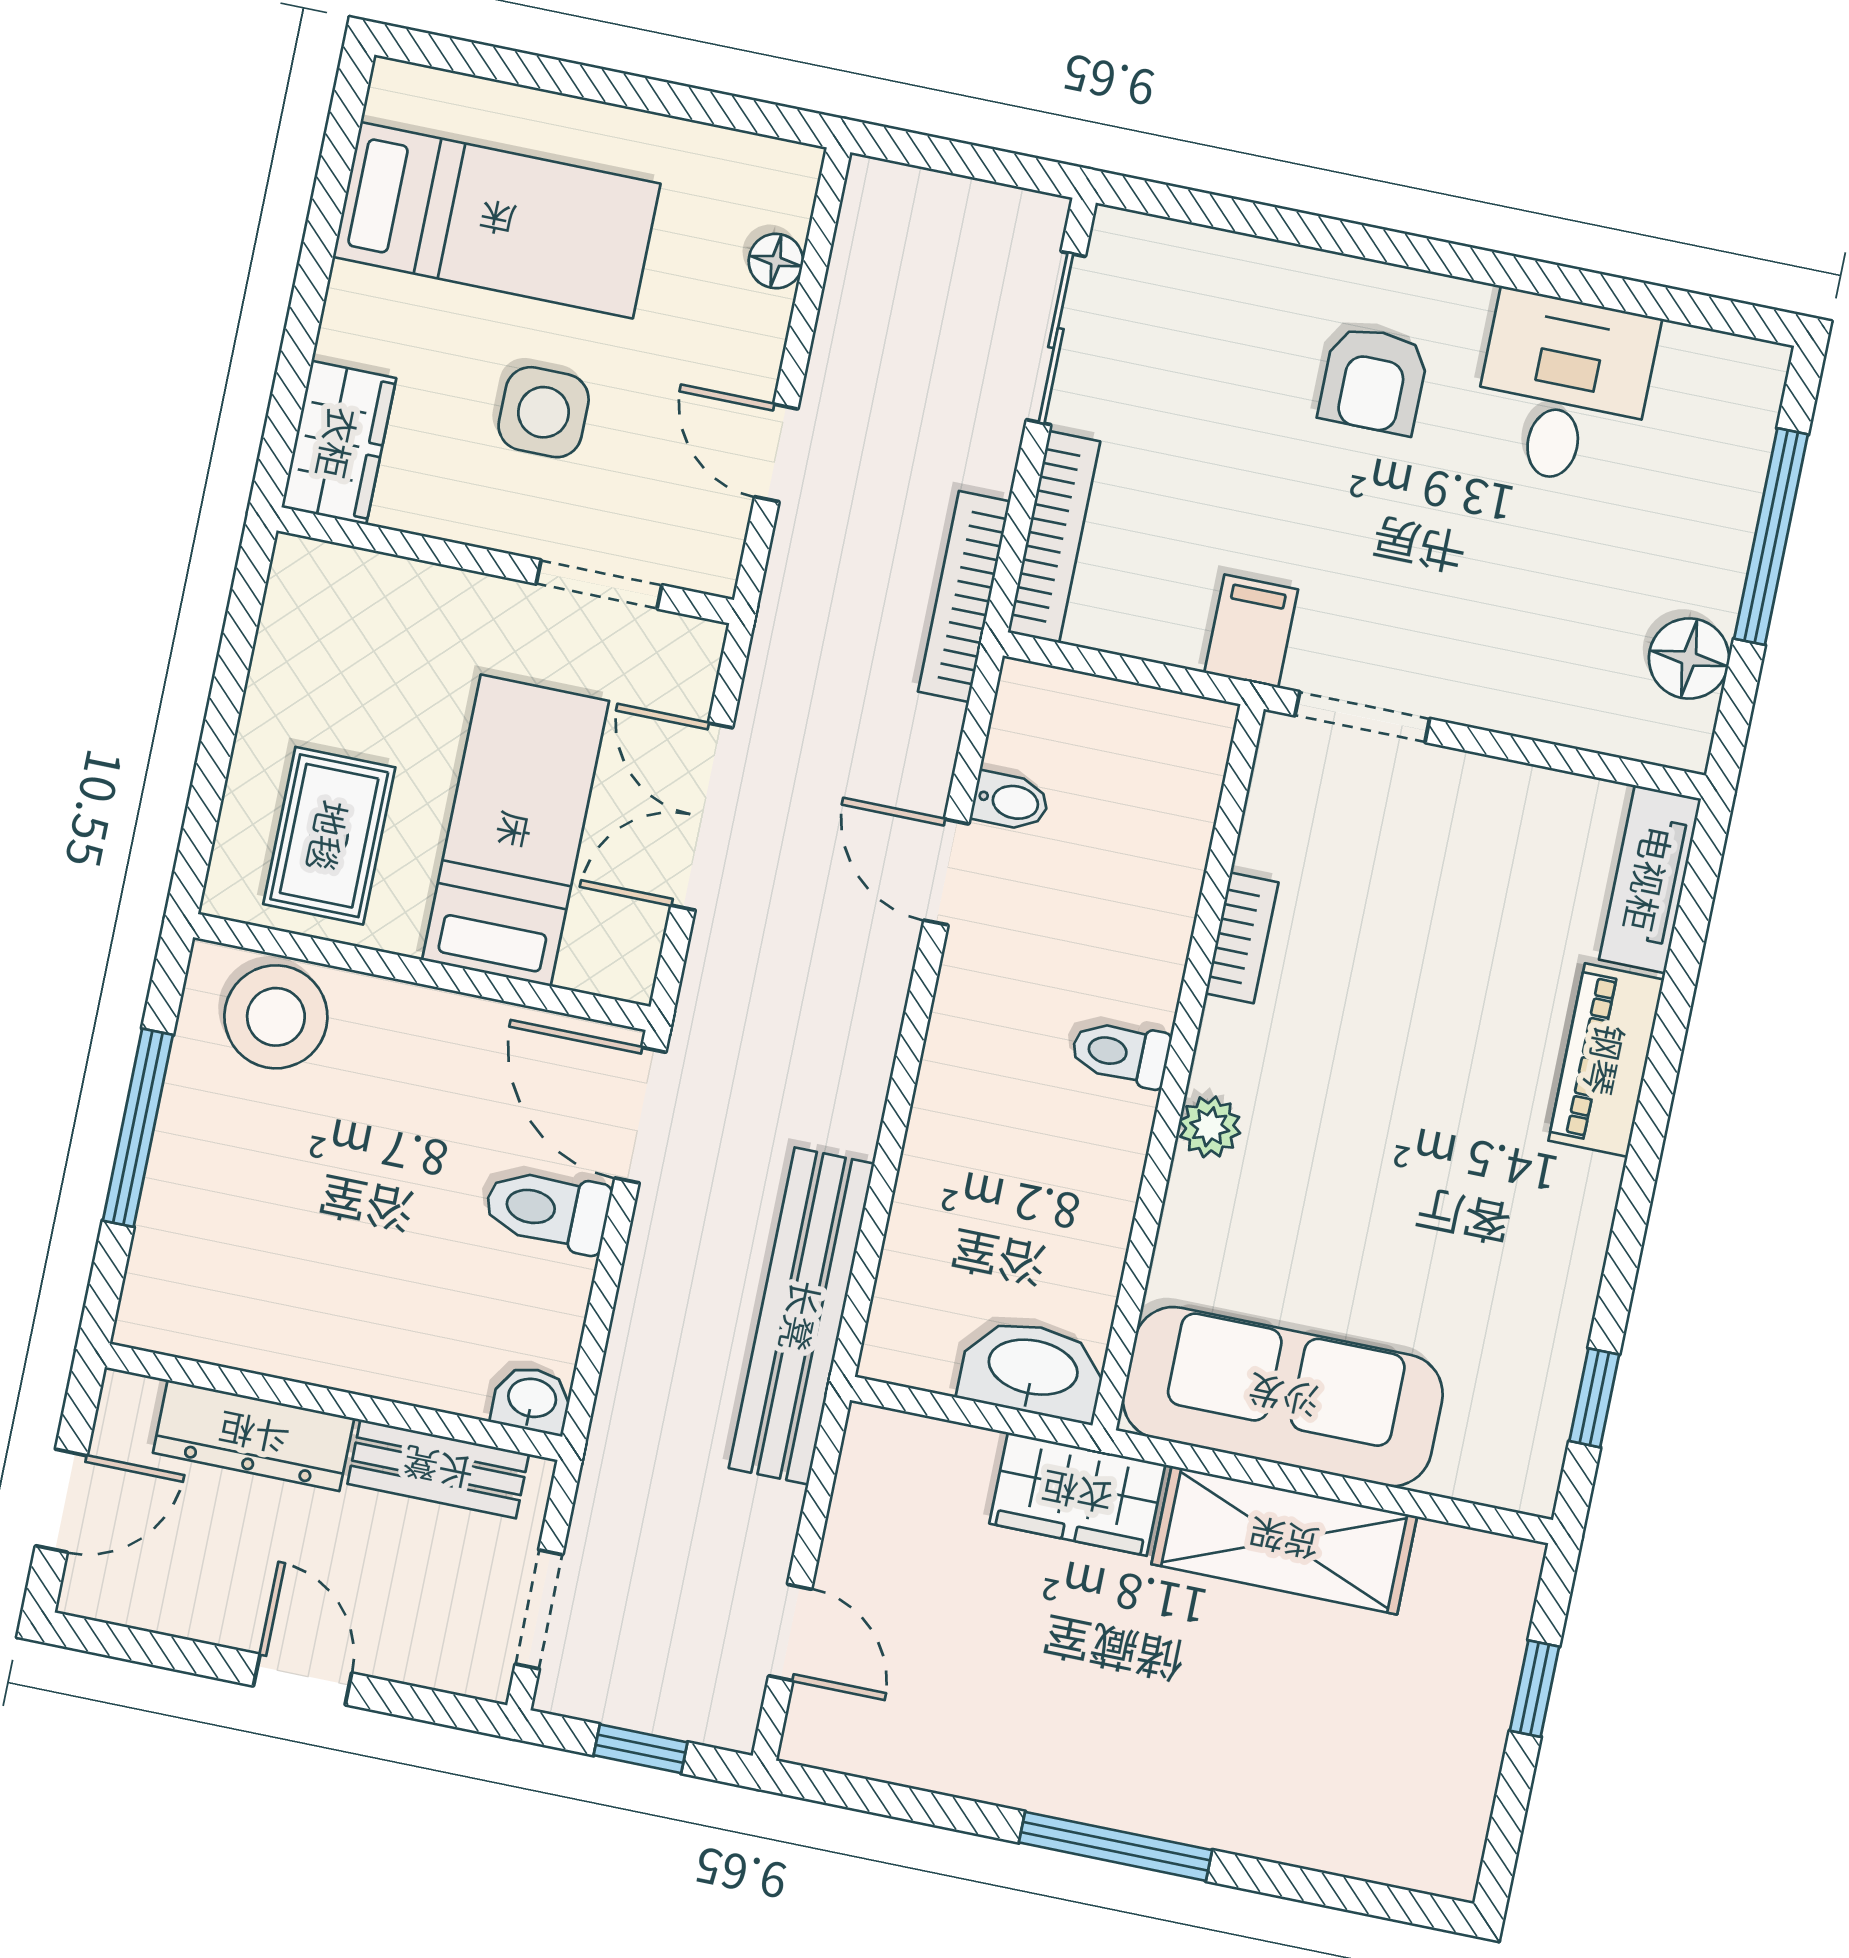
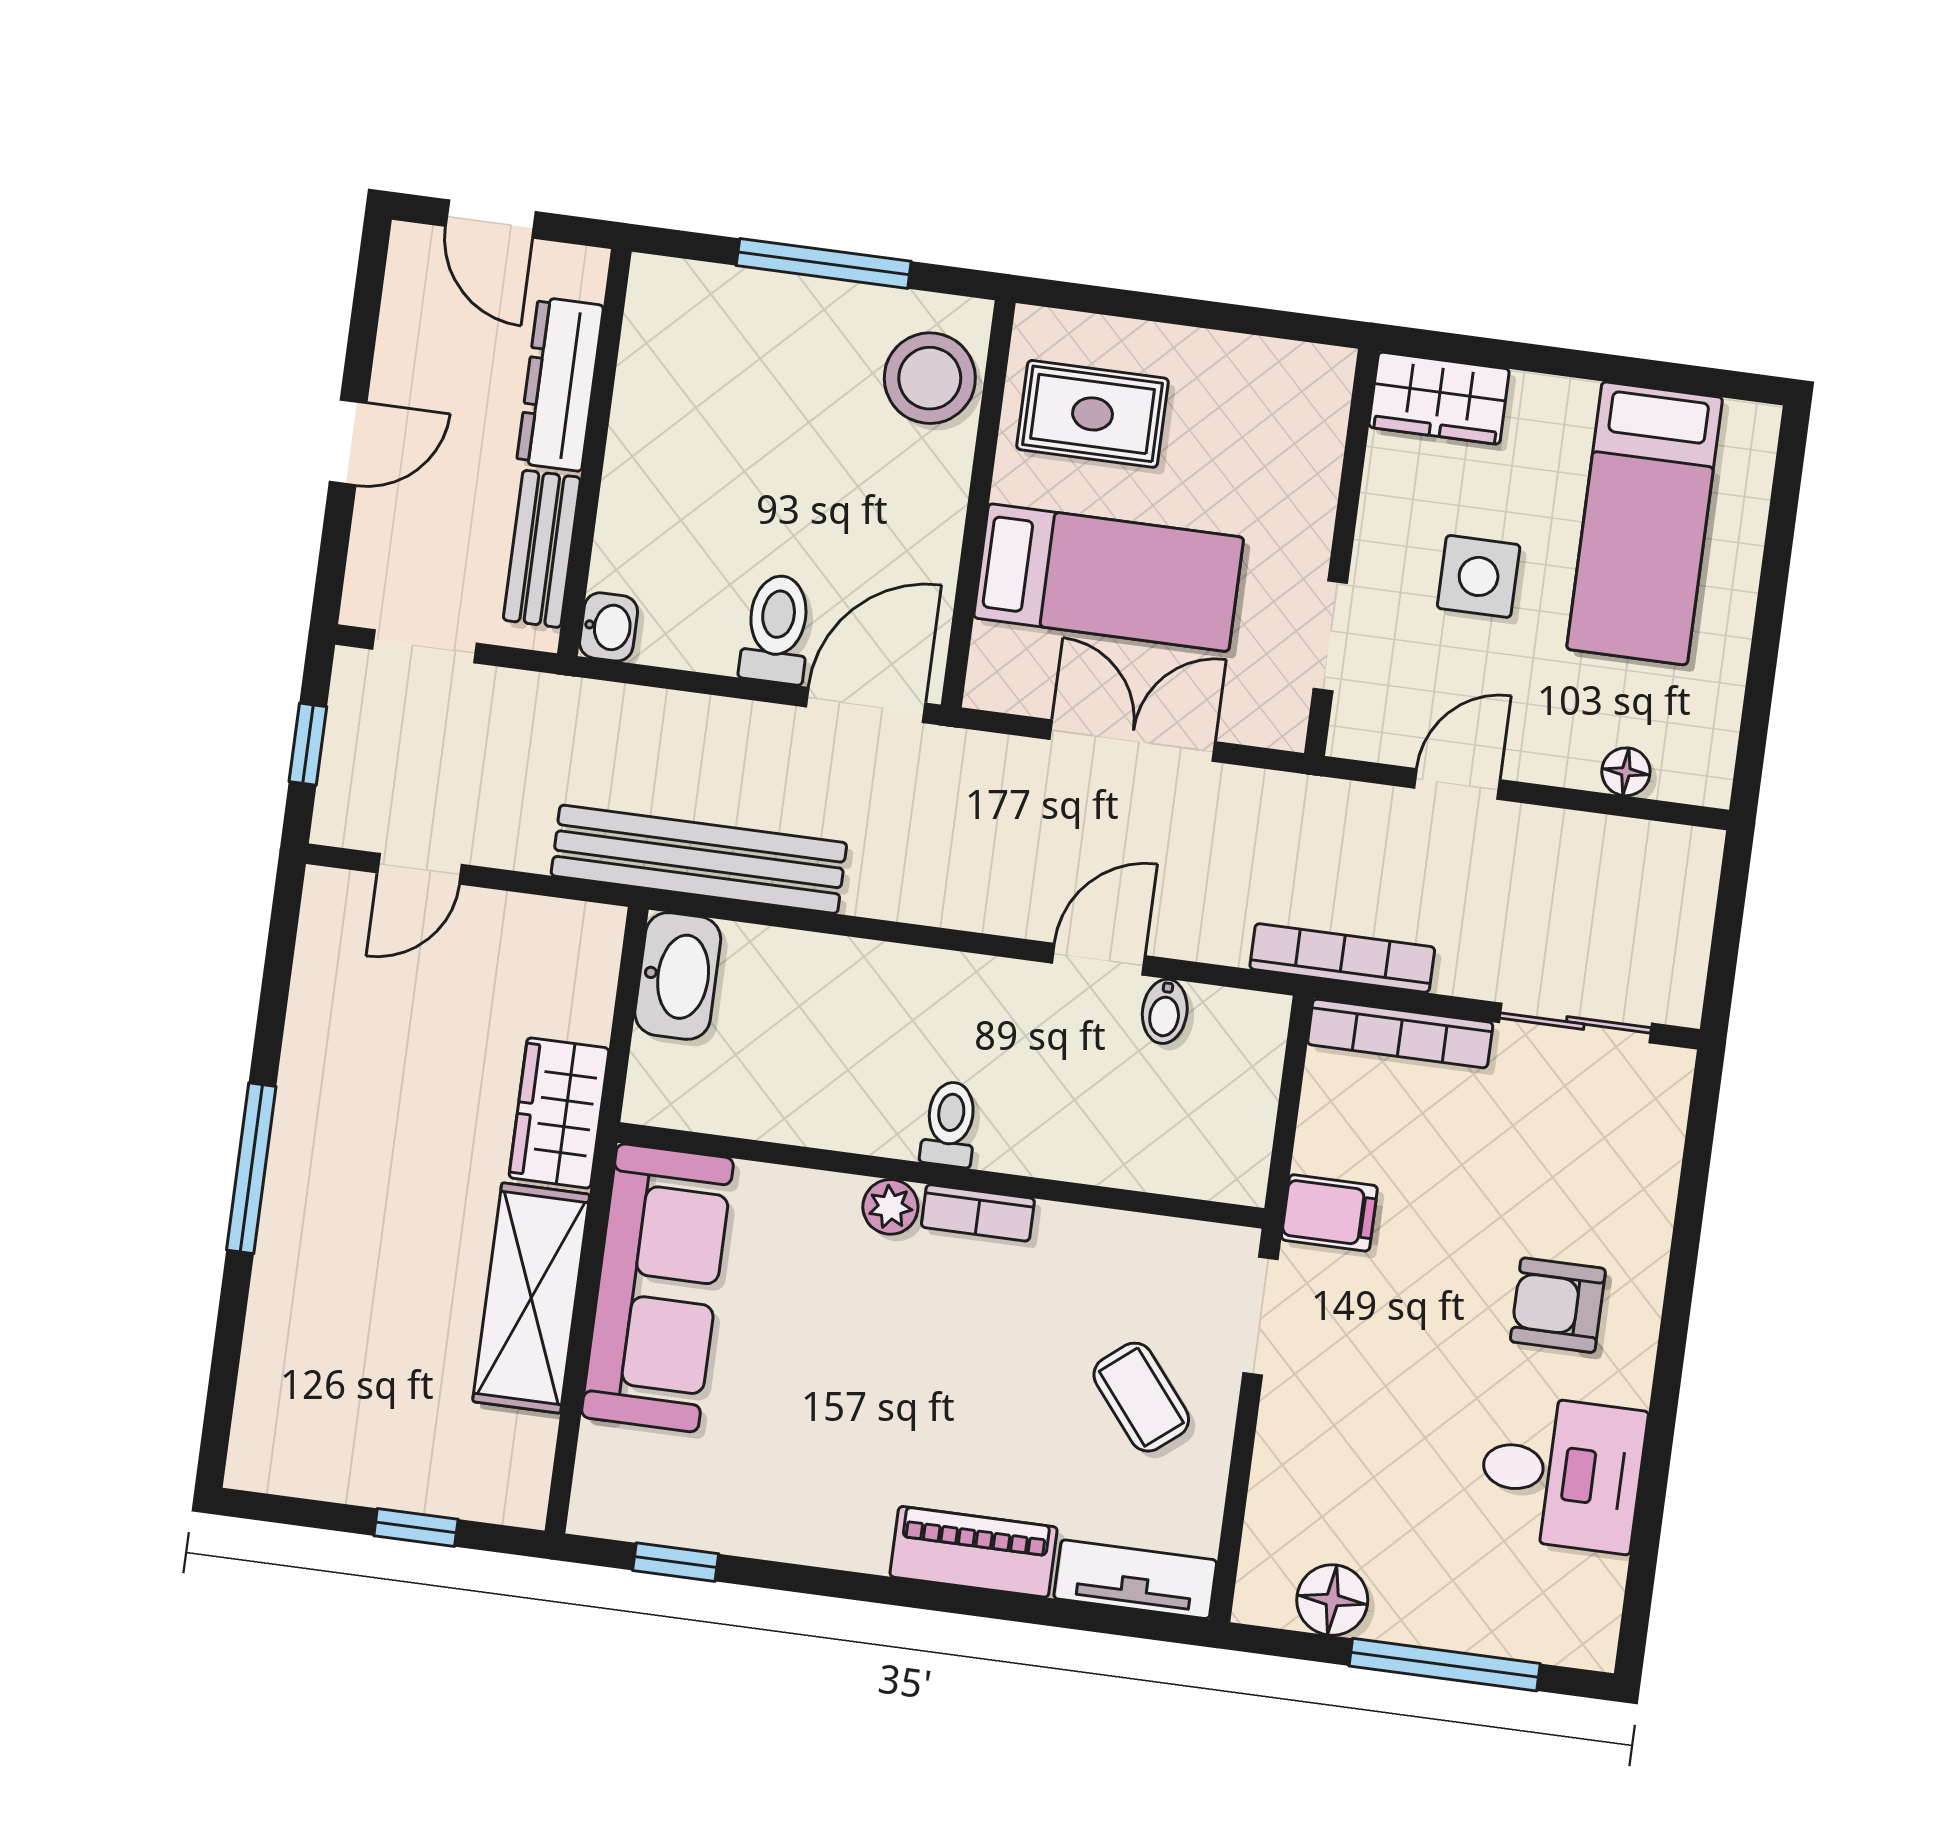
coffee table: (1445, 858) -> (1141, 1397), added
bookcase: (1242, 938) -> (978, 1213), moved
washbasin: (1033, 1370) -> (678, 976), moved

